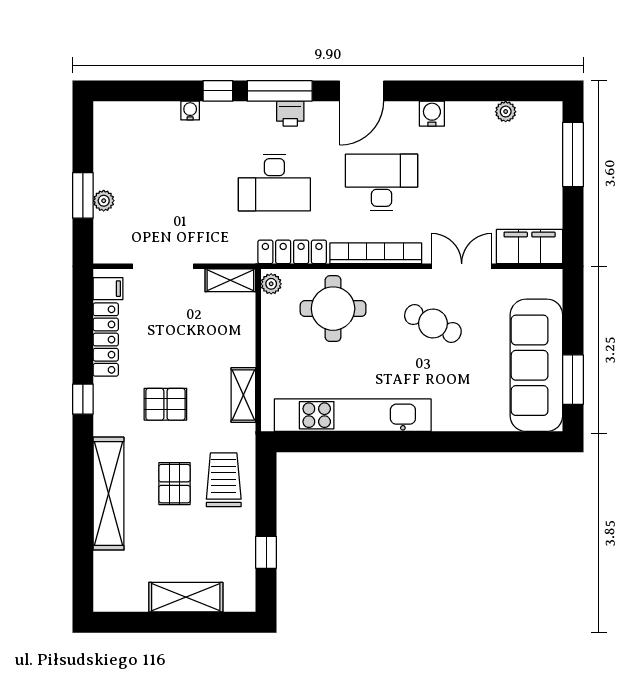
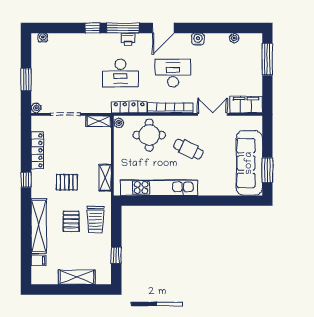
water cooler: (190, 111) -> (43, 38), moved
plant: (104, 201) -> (36, 108), moved
filing cabinet: (108, 289) -> (38, 260), moved
cafe table: (433, 324) -> (189, 149), moved
trolley: (224, 480) -> (95, 219), turned 180

